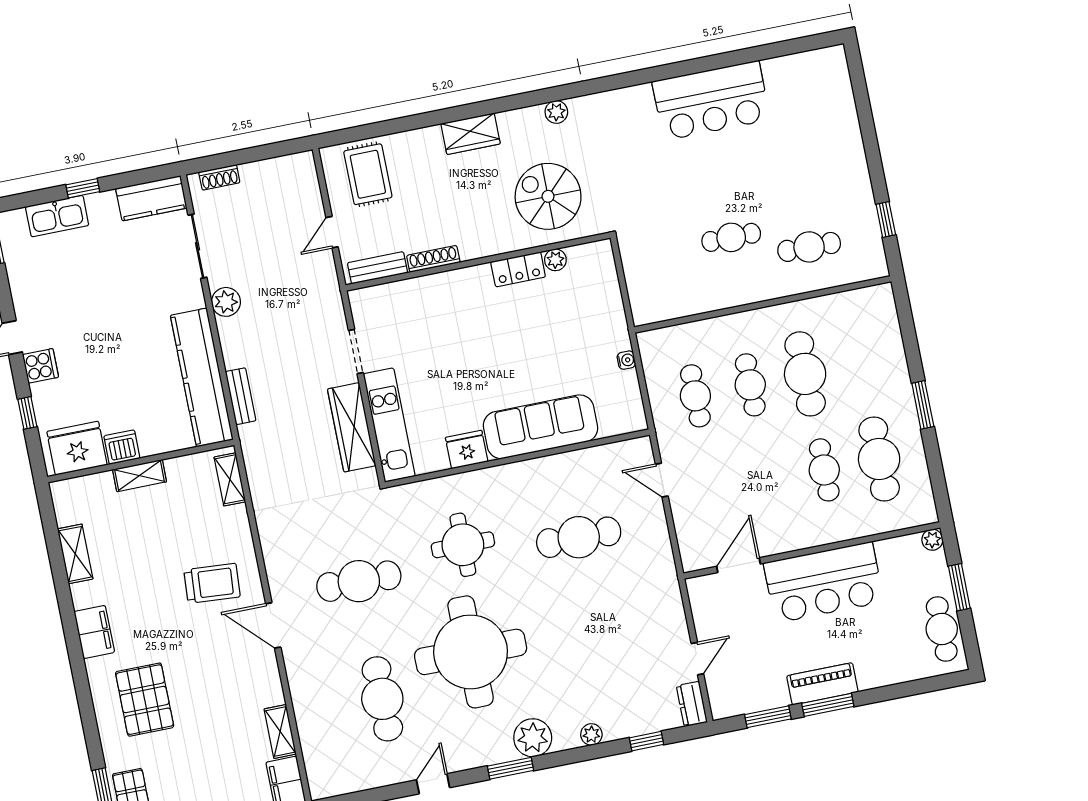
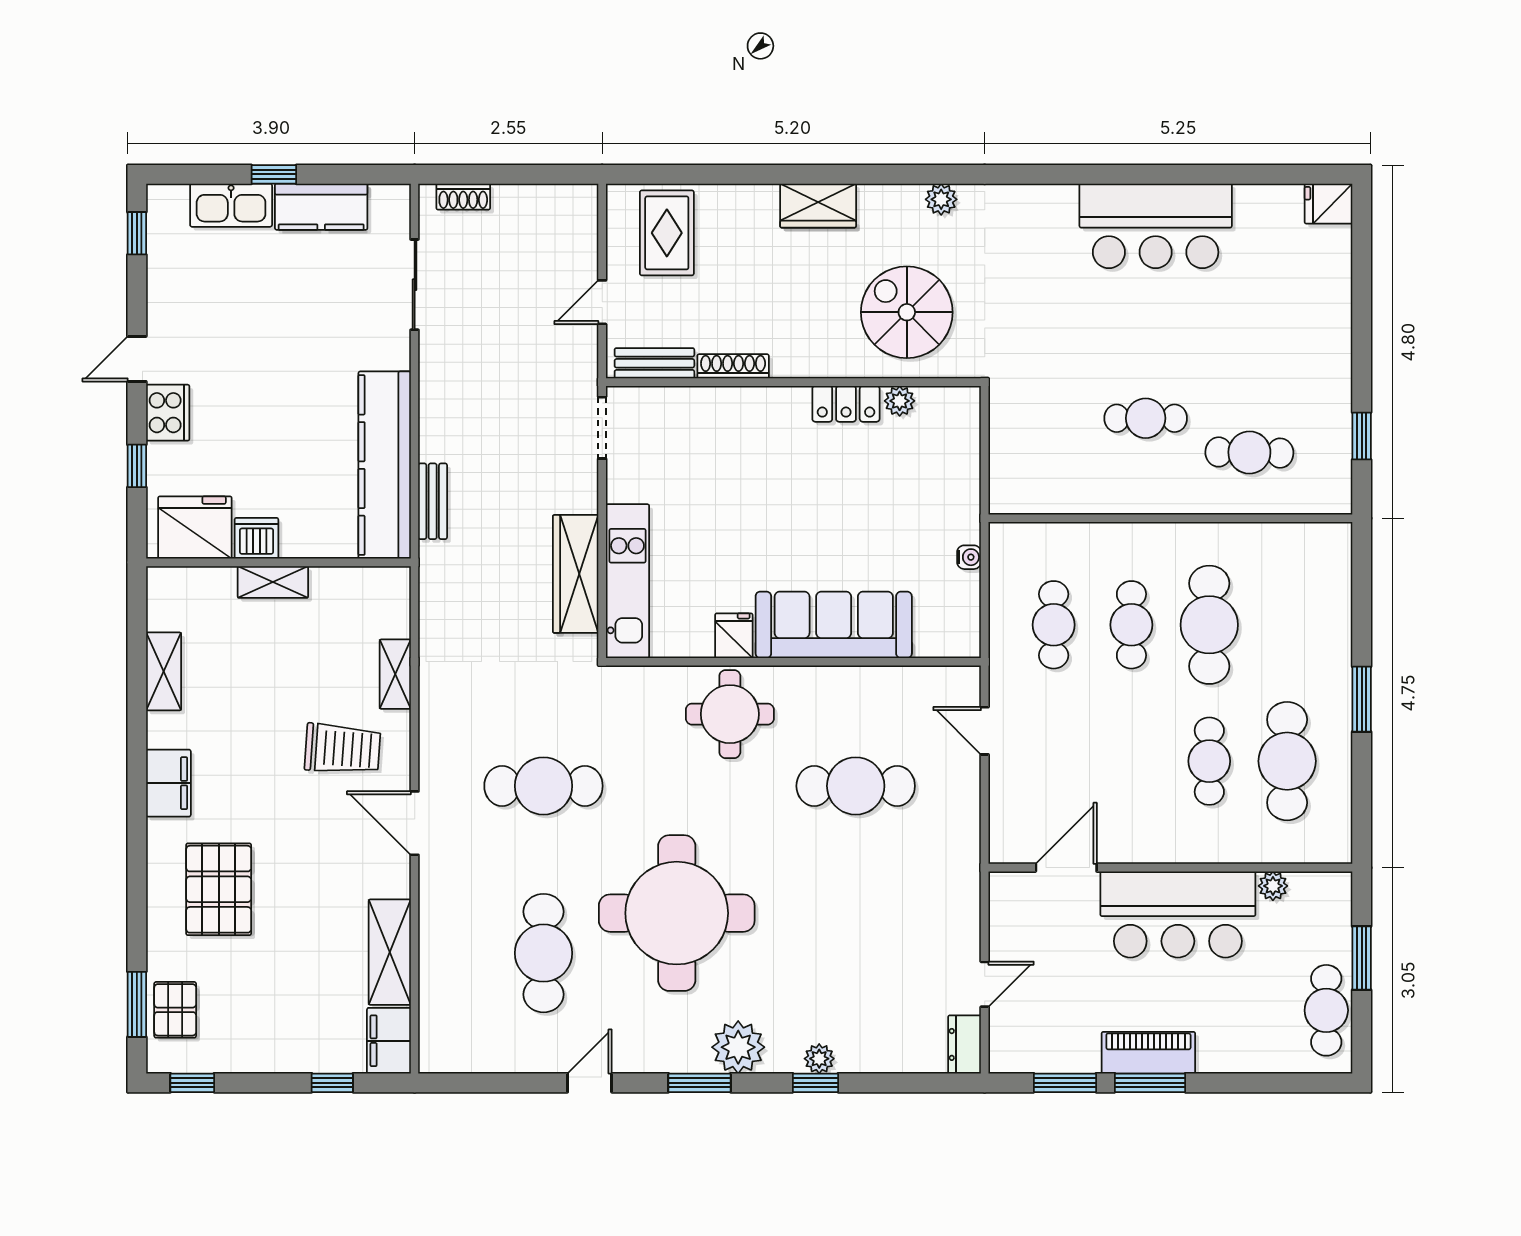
fridge: (830, 60) -> (1329, 204), added
kitchen counter: (151, 198) -> (321, 207), moved
plant: (226, 302) -> (438, 368), removed
doorway: (356, 351) -> (602, 428), moved
cooker: (41, 366) -> (168, 413), width x1.36
fridge: (467, 449) -> (734, 636), width x0.72
shelving: (230, 479) -> (395, 674), moved
plant: (932, 540) -> (1273, 886), moved
round table: (463, 545) -> (730, 714), moved
shelving: (280, 731) -> (390, 952), width x1.50, depth x1.33
window: (646, 741) -> (815, 1083), moved

